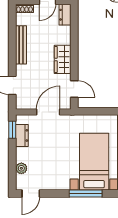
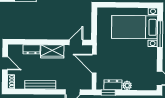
dresser: (65, 15) -> (32, 49), moved
plant: (21, 168) -> (127, 85), moved

